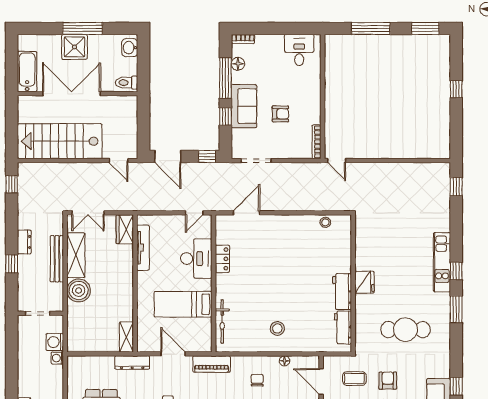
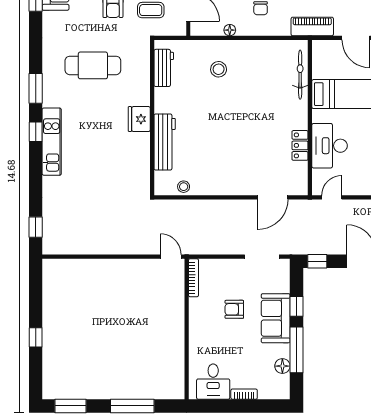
bookcase: (243, 39) -> (244, 394), moved
workbench: (342, 292) -> (165, 142), moved, width x1.37
stool: (277, 328) -> (219, 69), moved

